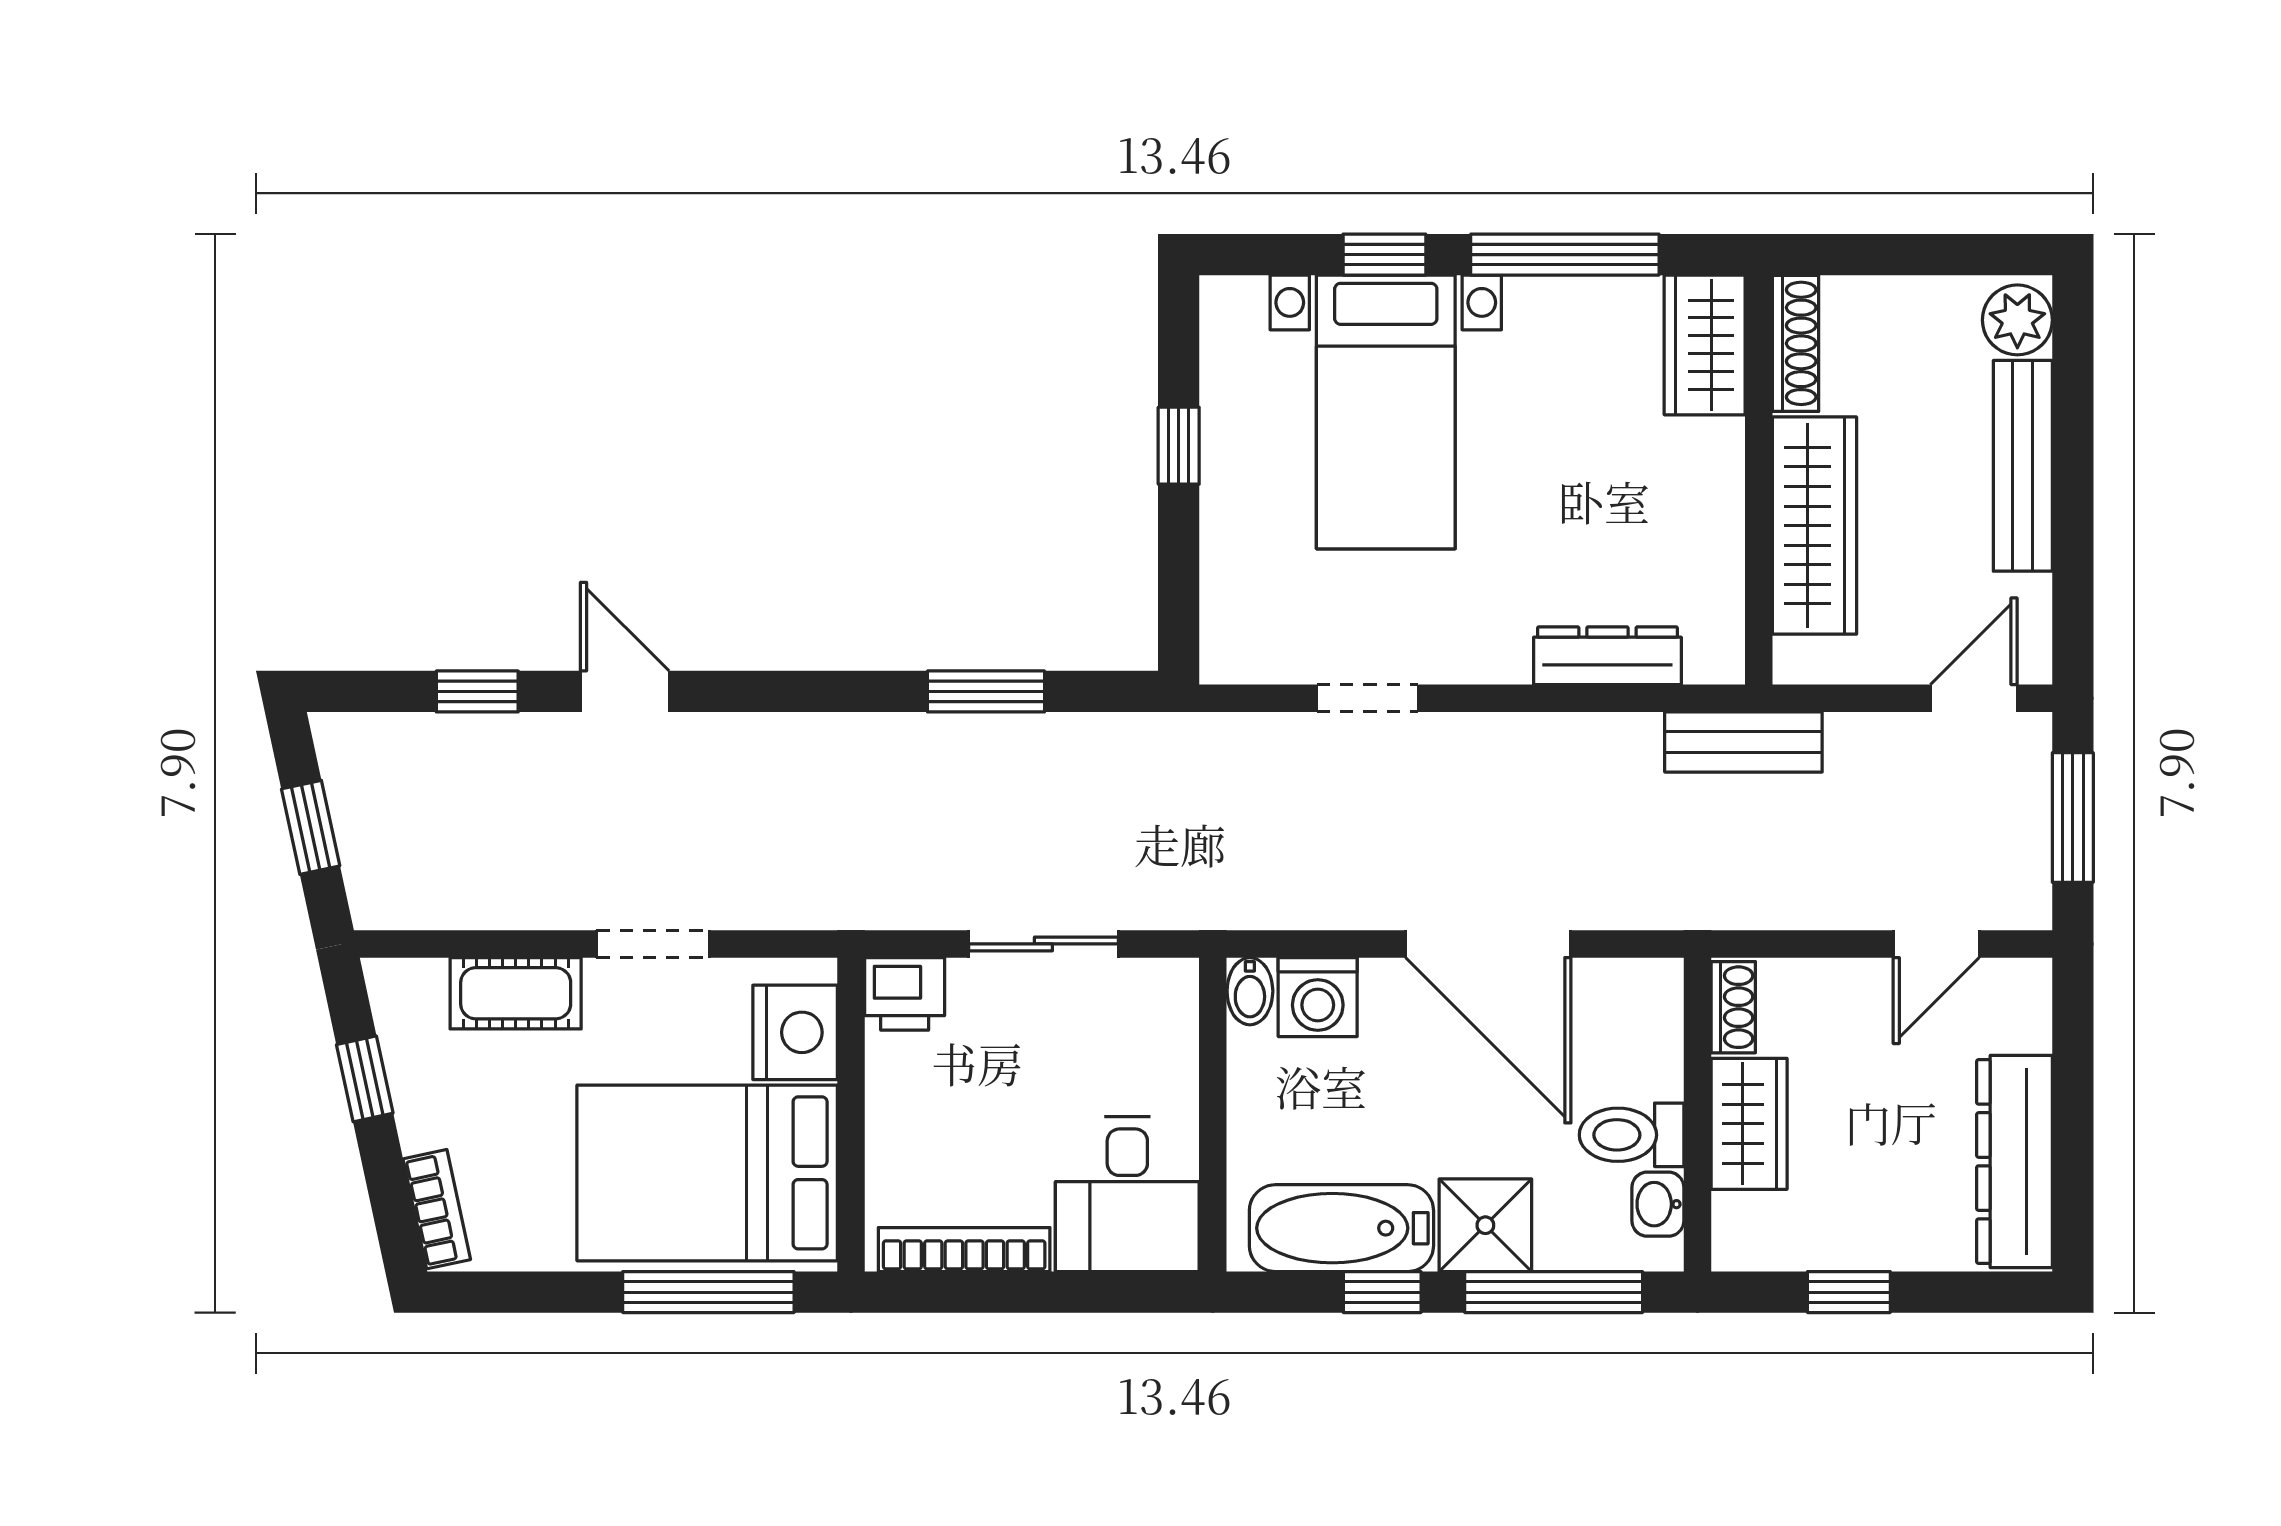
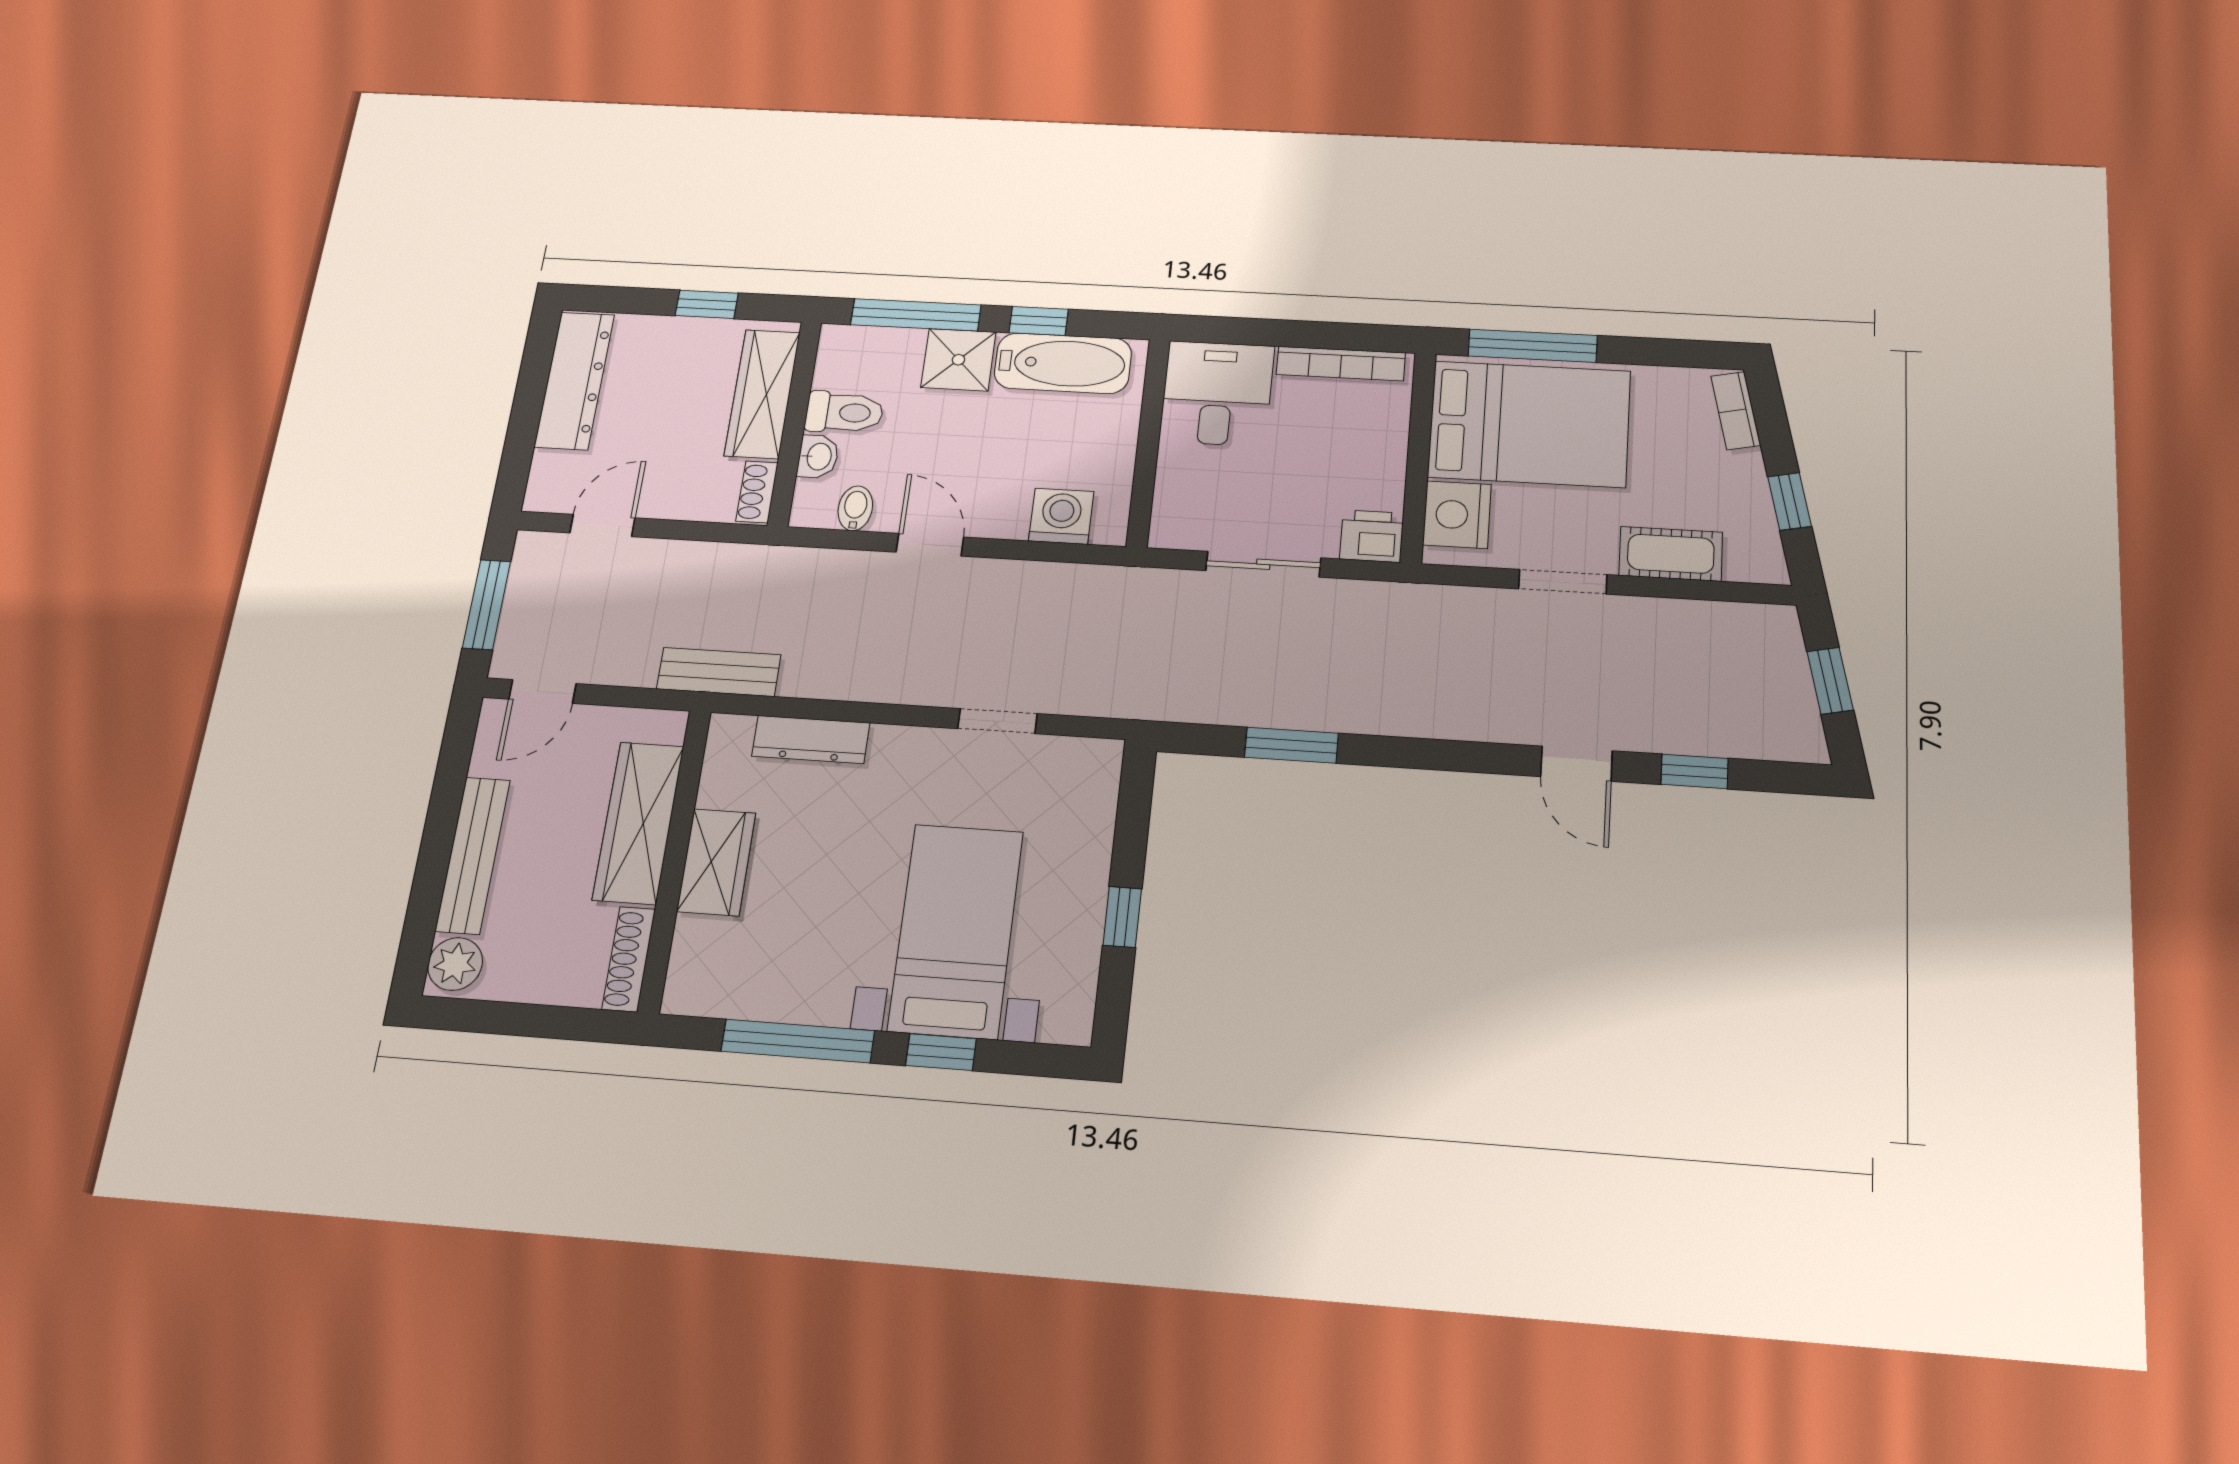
wardrobe: (1705, 345) -> (716, 862), moved
door: (1488, 944) -> (930, 545), width x0.53
bidet: (1250, 991) -> (855, 508), moved
wardrobe: (1749, 1124) -> (762, 394), width x1.50
washbasin: (1658, 1204) -> (818, 457), moved

